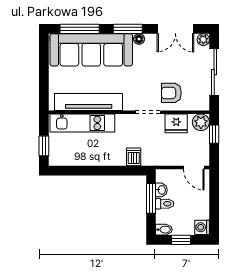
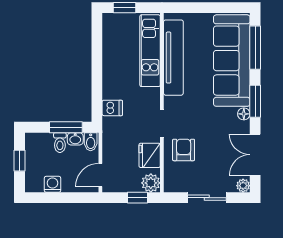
sliding door: (214, 72) -> (207, 198), width x0.73
washing machine: (202, 227) -> (53, 184), moved
bidet: (164, 230) -> (91, 142), moved

